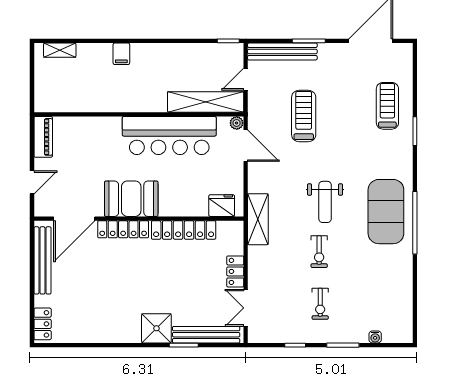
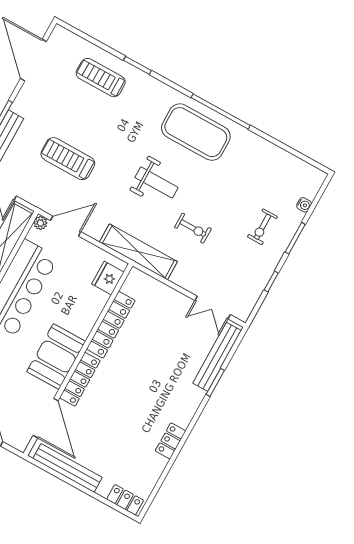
shelving: (258, 219) -> (138, 252), width x1.47
exercise bike: (319, 252) -> (193, 228), moved
locker: (235, 271) -> (171, 441), moved, turned 90
exercise bike: (320, 304) -> (262, 227), moved, turned 90
shower: (156, 328) -> (186, 399), removed

